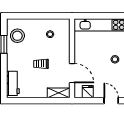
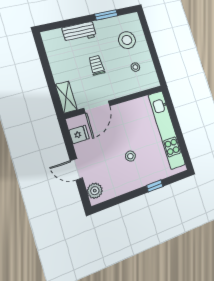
stool: (17, 36) -> (127, 40), moved
workbench: (13, 83) -> (79, 32), moved
door: (111, 101) -> (76, 169), swing flipped

